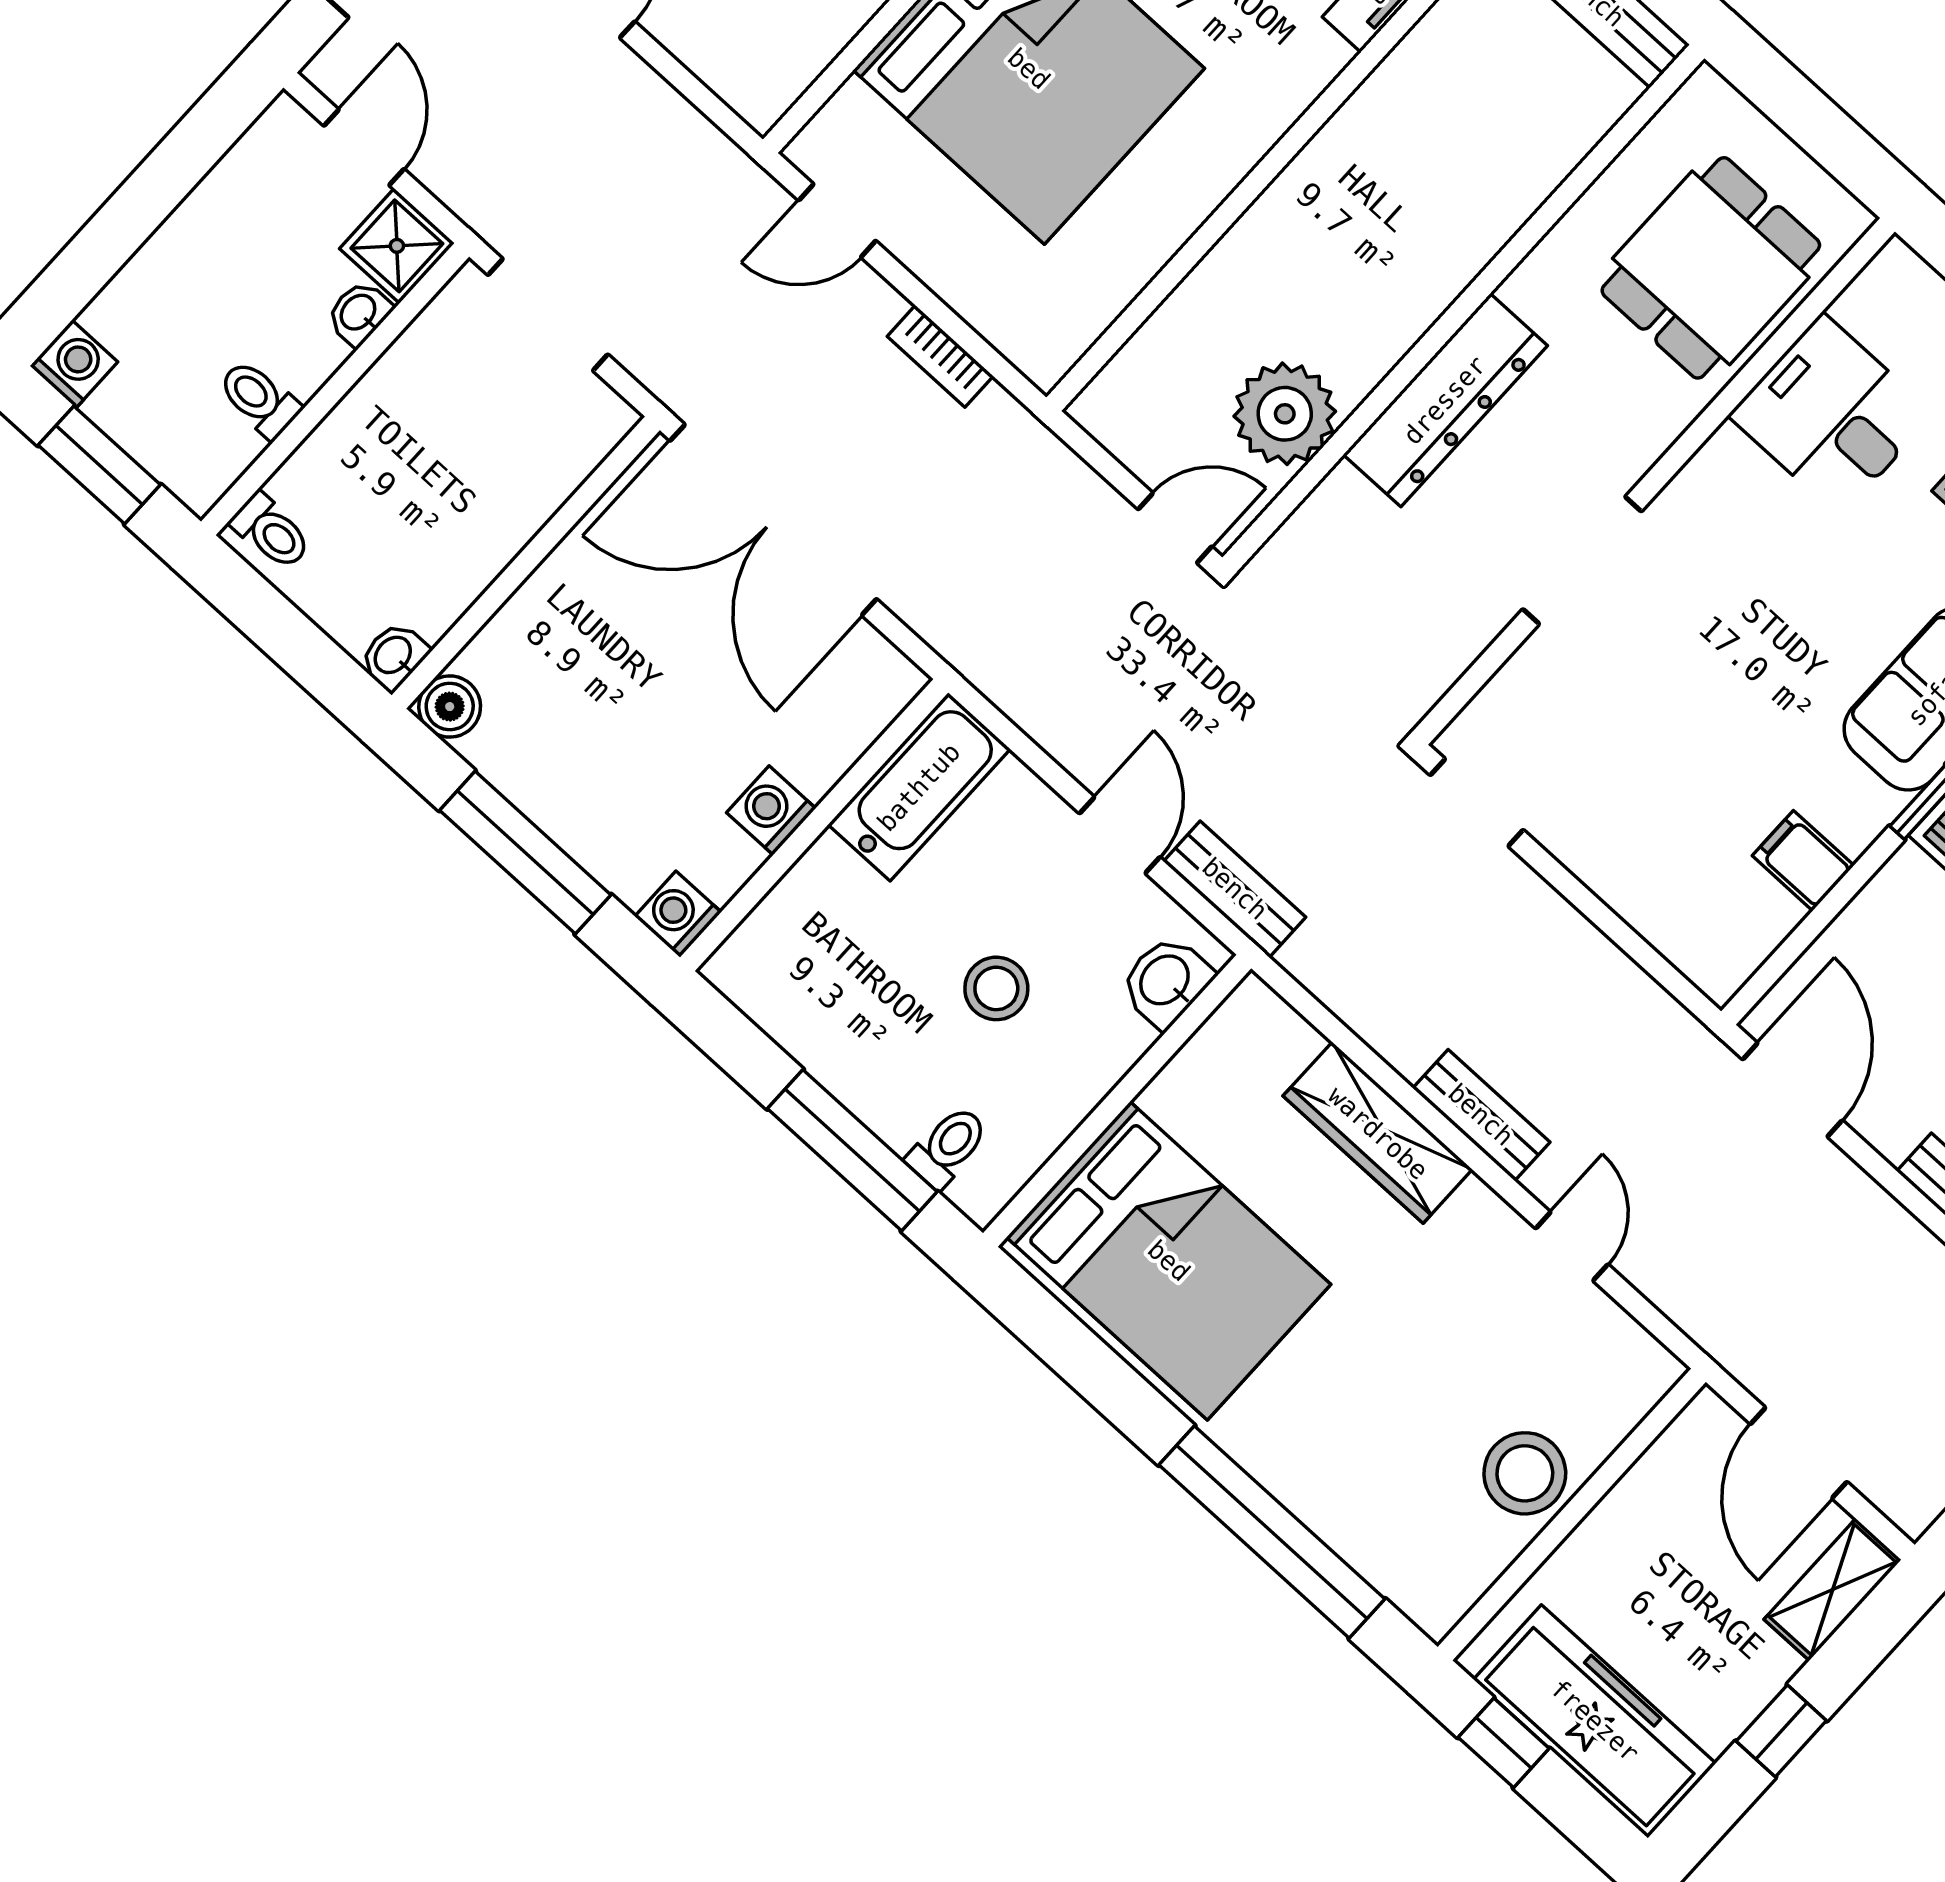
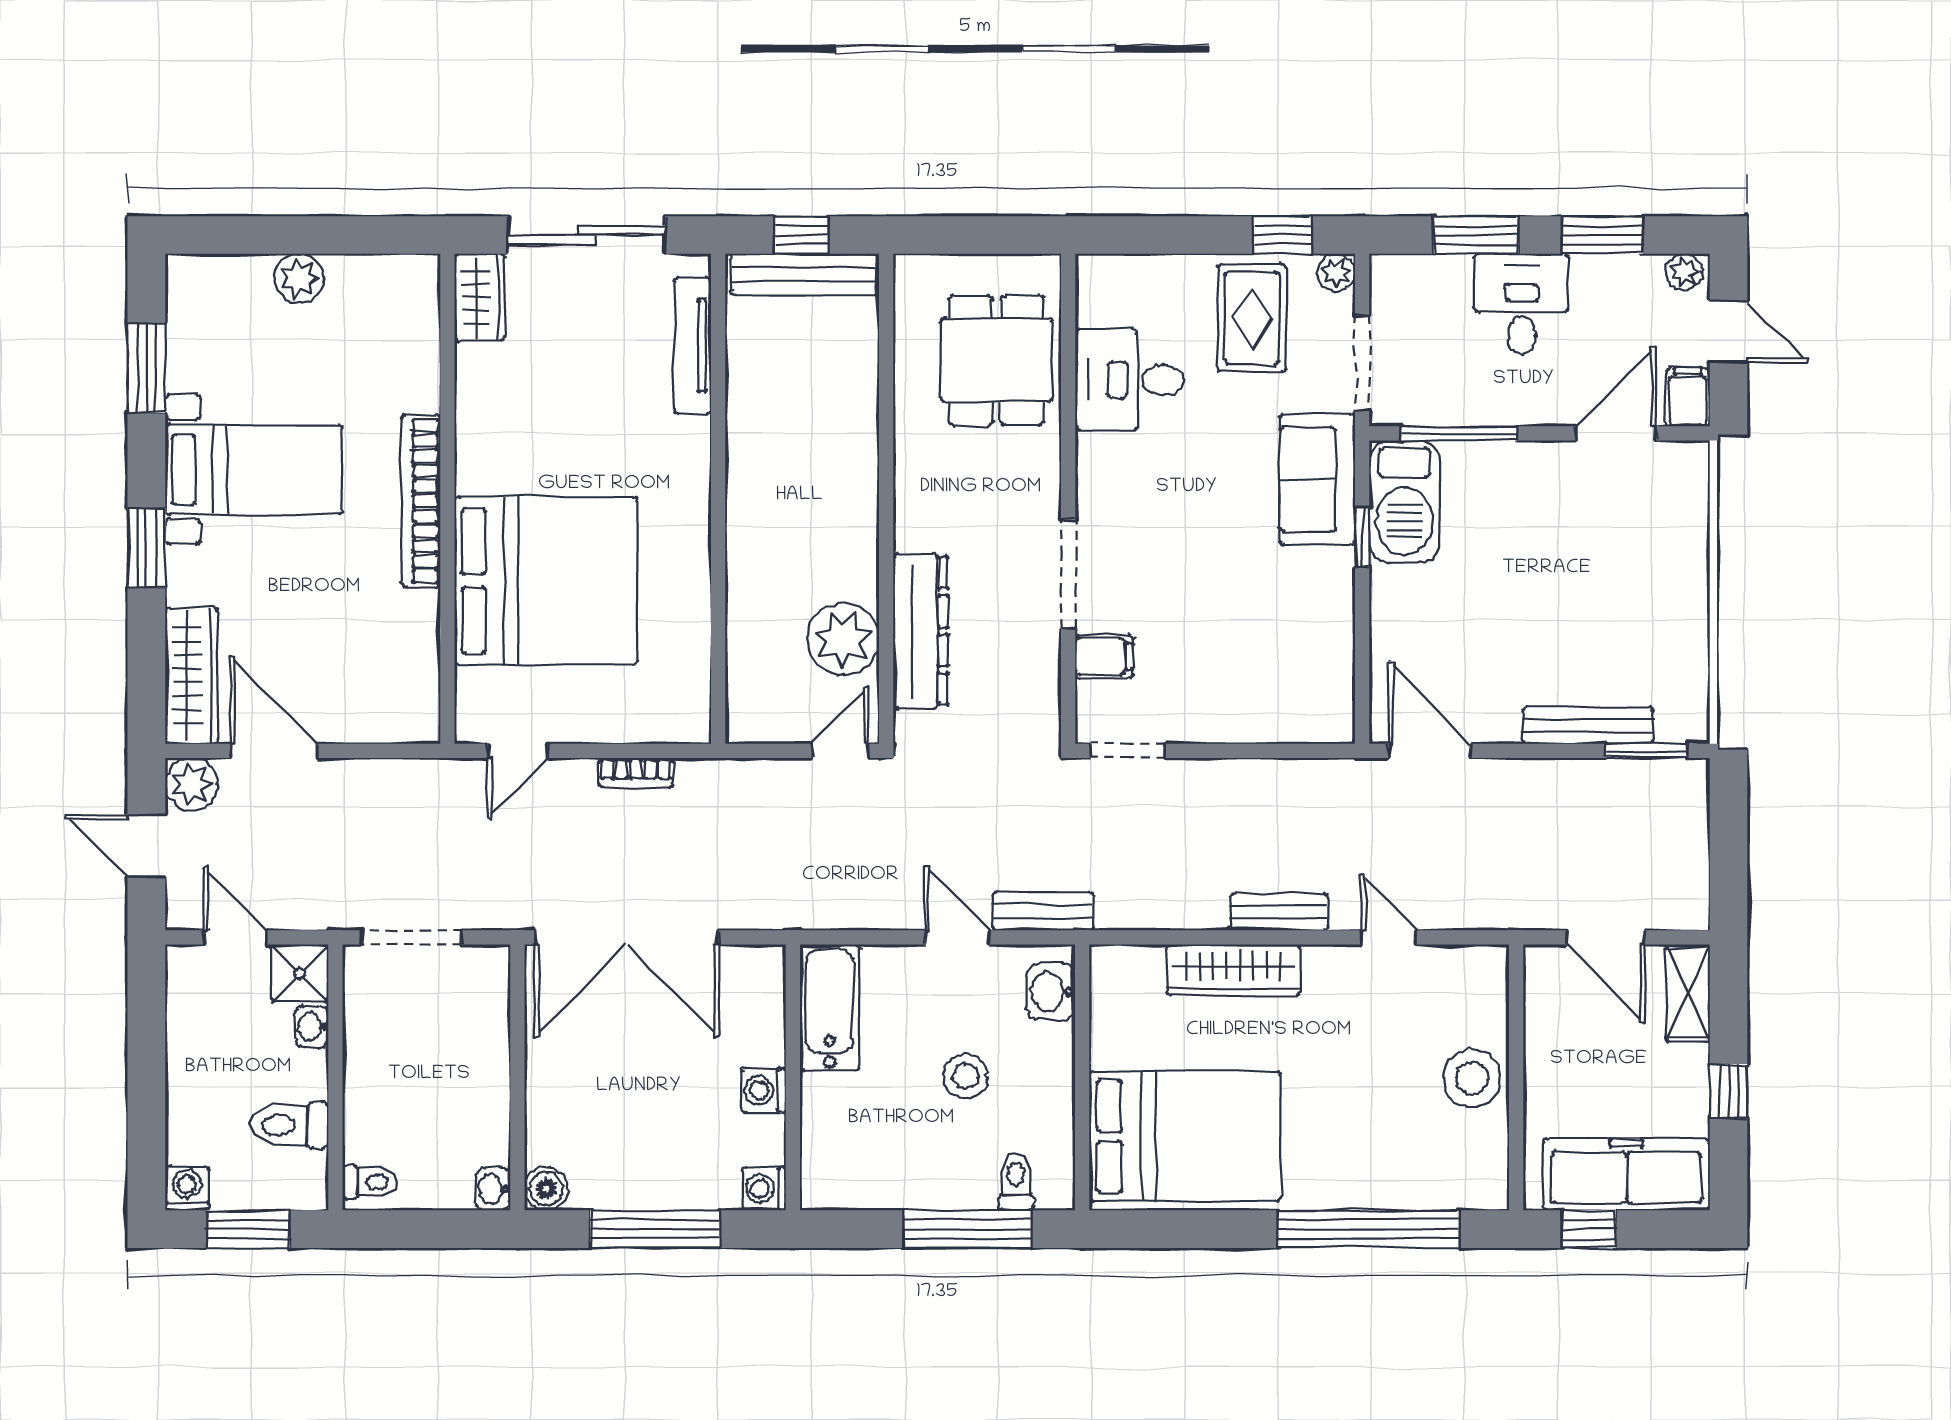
toilet: (259, 399) -> (290, 1125), width x1.37, depth x1.39
dresser: (1445, 400) -> (921, 631), moved
filing cabinet: (1803, 861) -> (1104, 656), moved, turned 180

